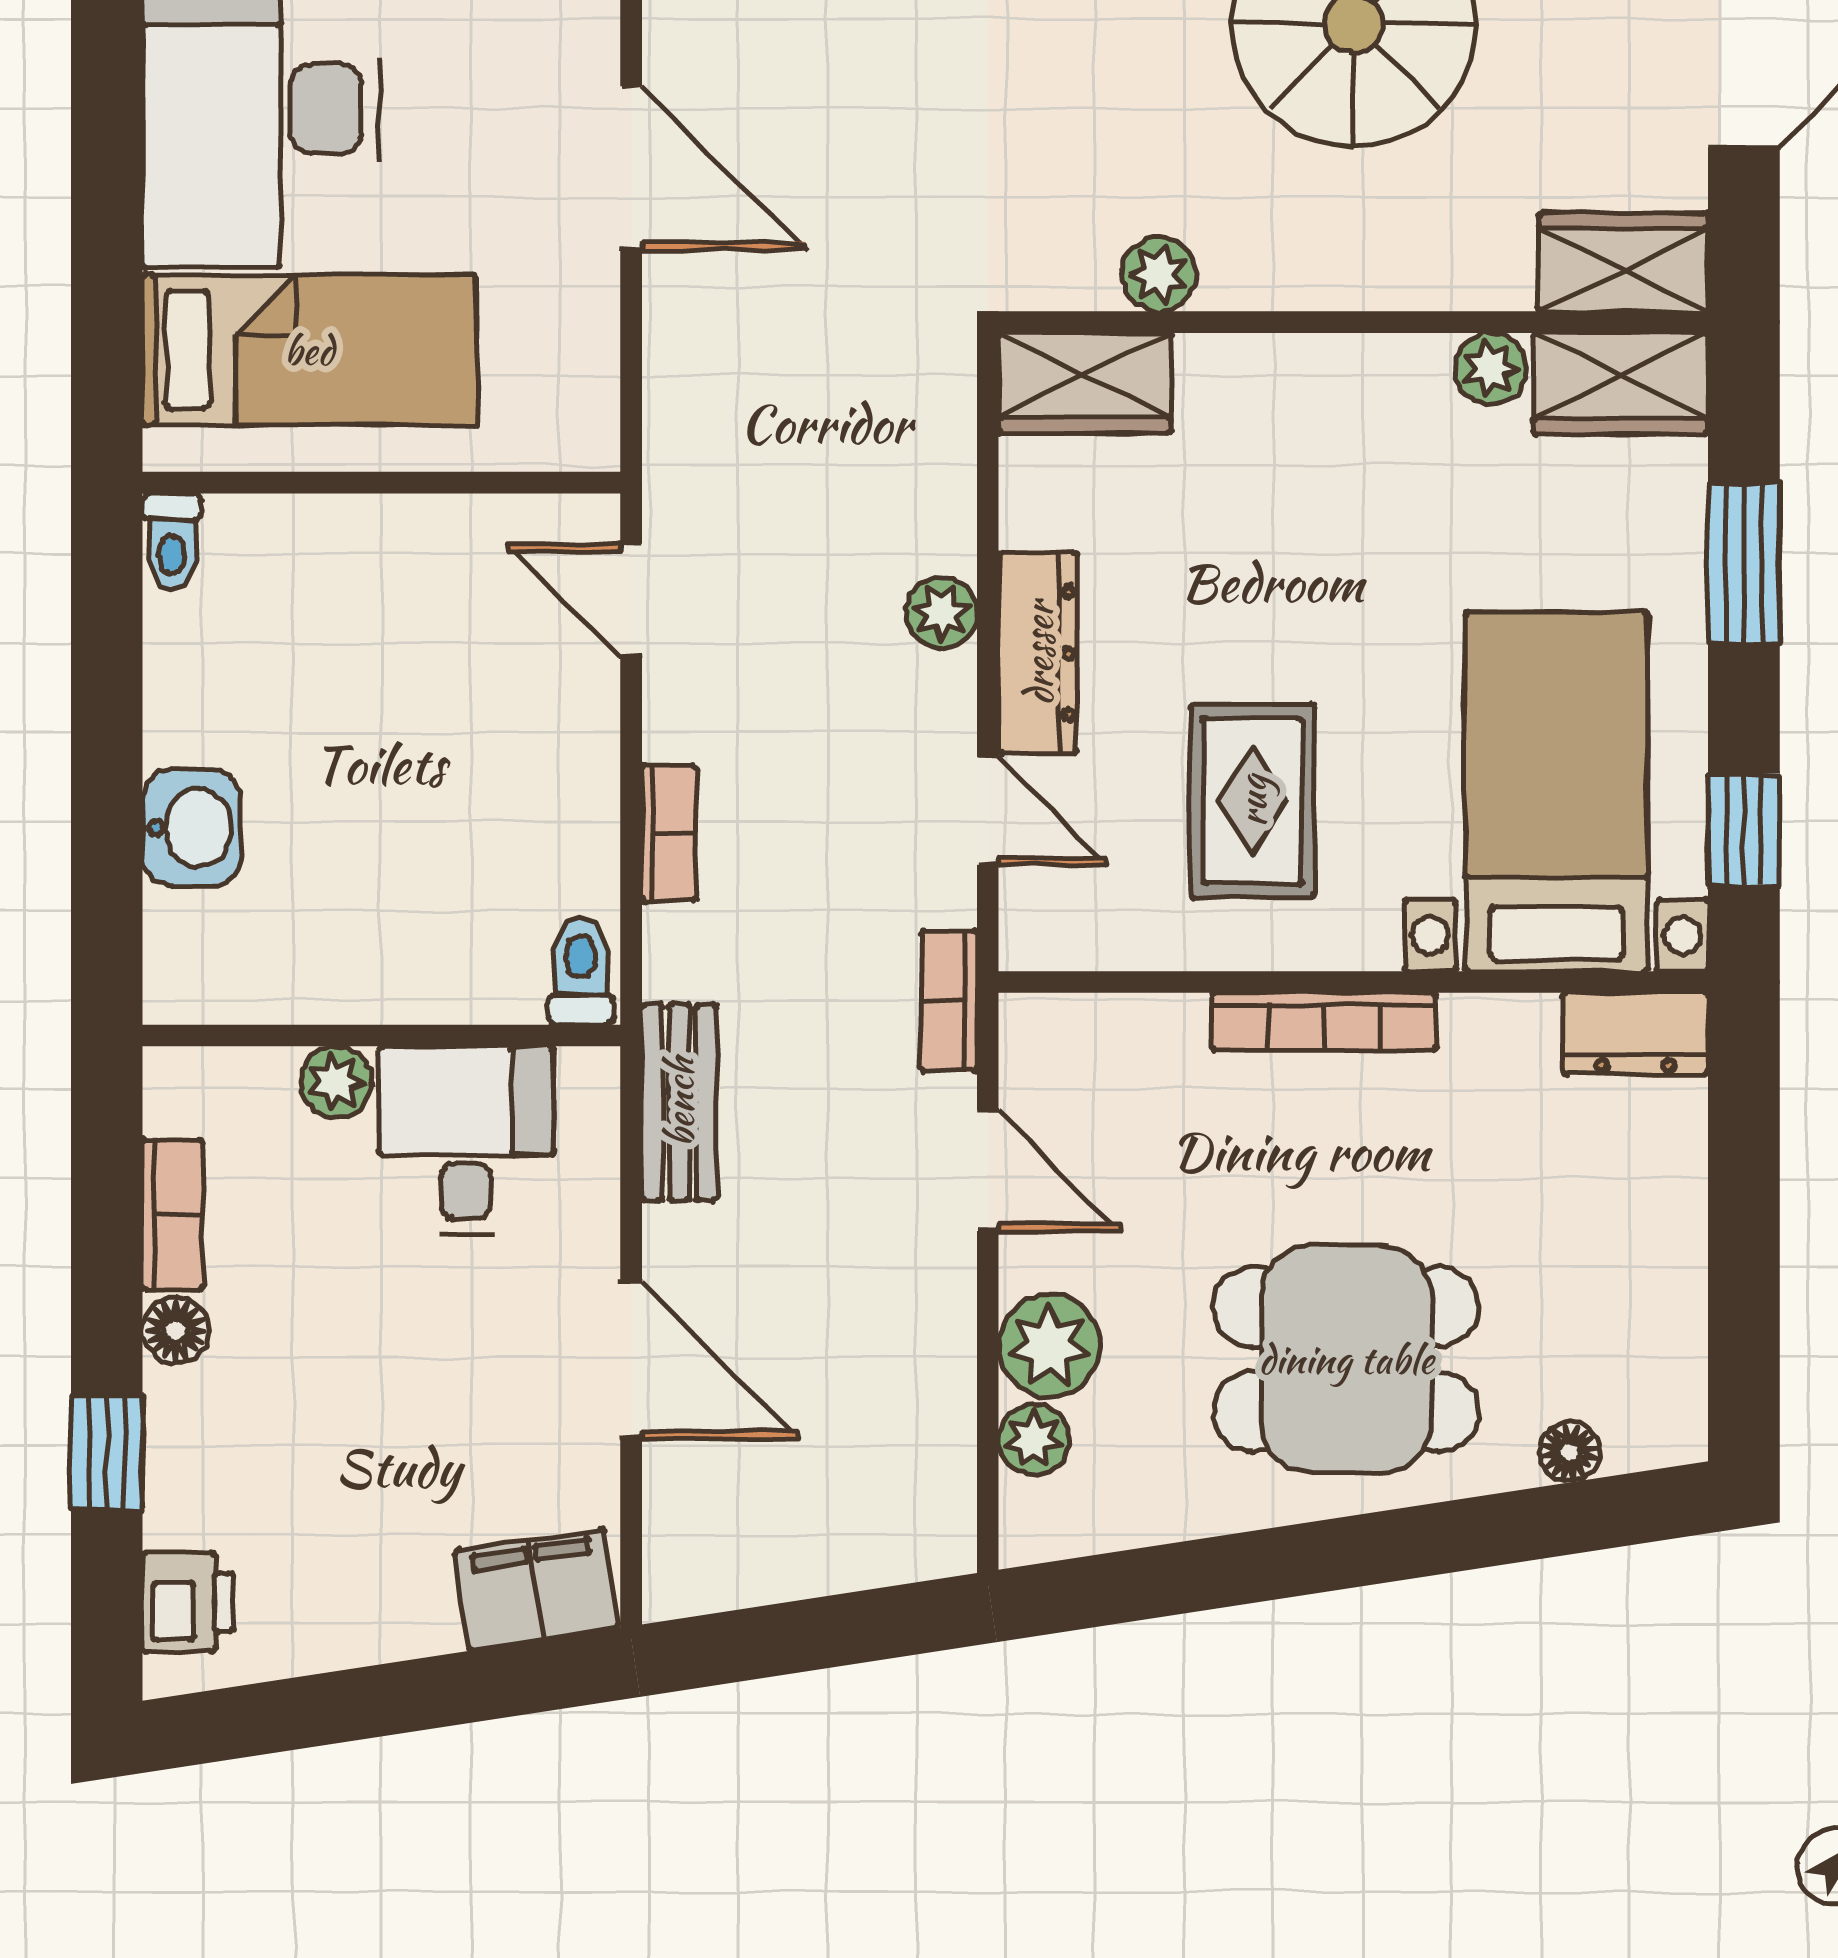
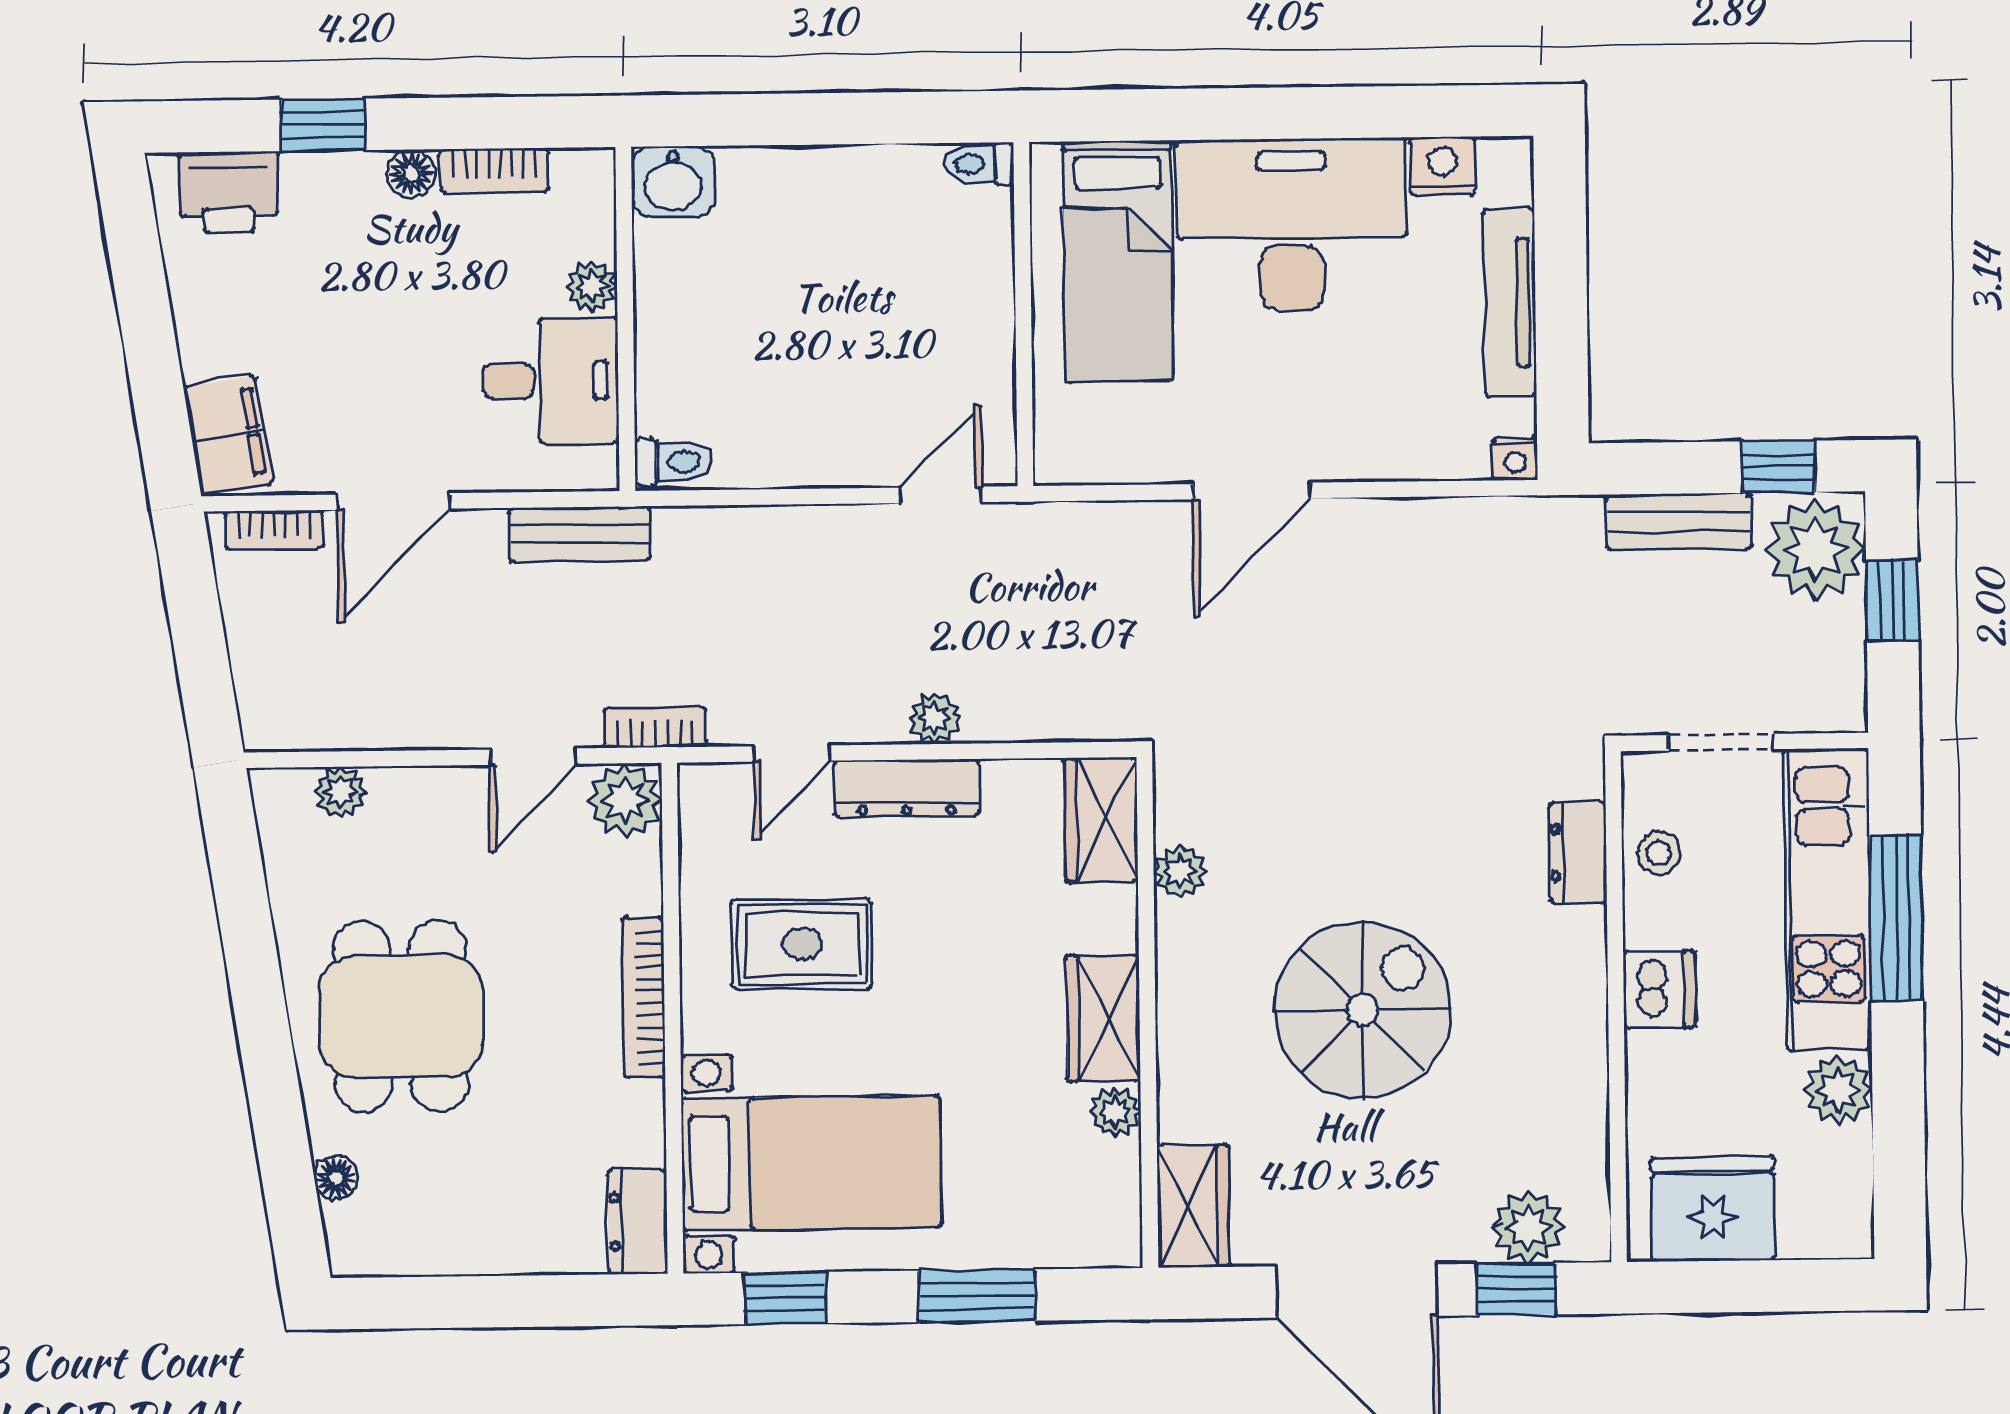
wardrobe: (1621, 384) -> (1103, 1018), moved
washbasin: (192, 828) -> (673, 182), moved
bookcase: (669, 833) -> (274, 530), moved
plant: (1050, 1346) -> (625, 800), moved
printer: (188, 1602) -> (229, 192), width x1.36, depth x1.24

